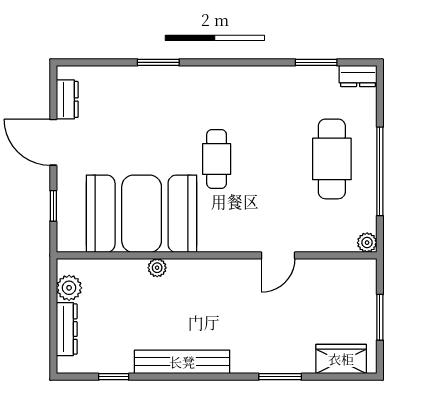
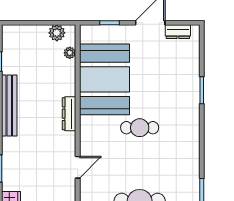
door: (278, 255) -> (78, 167), swing flipped
plant: (157, 268) -> (70, 53), moved
dresser: (67, 329) -> (69, 114), moved, turned 90

